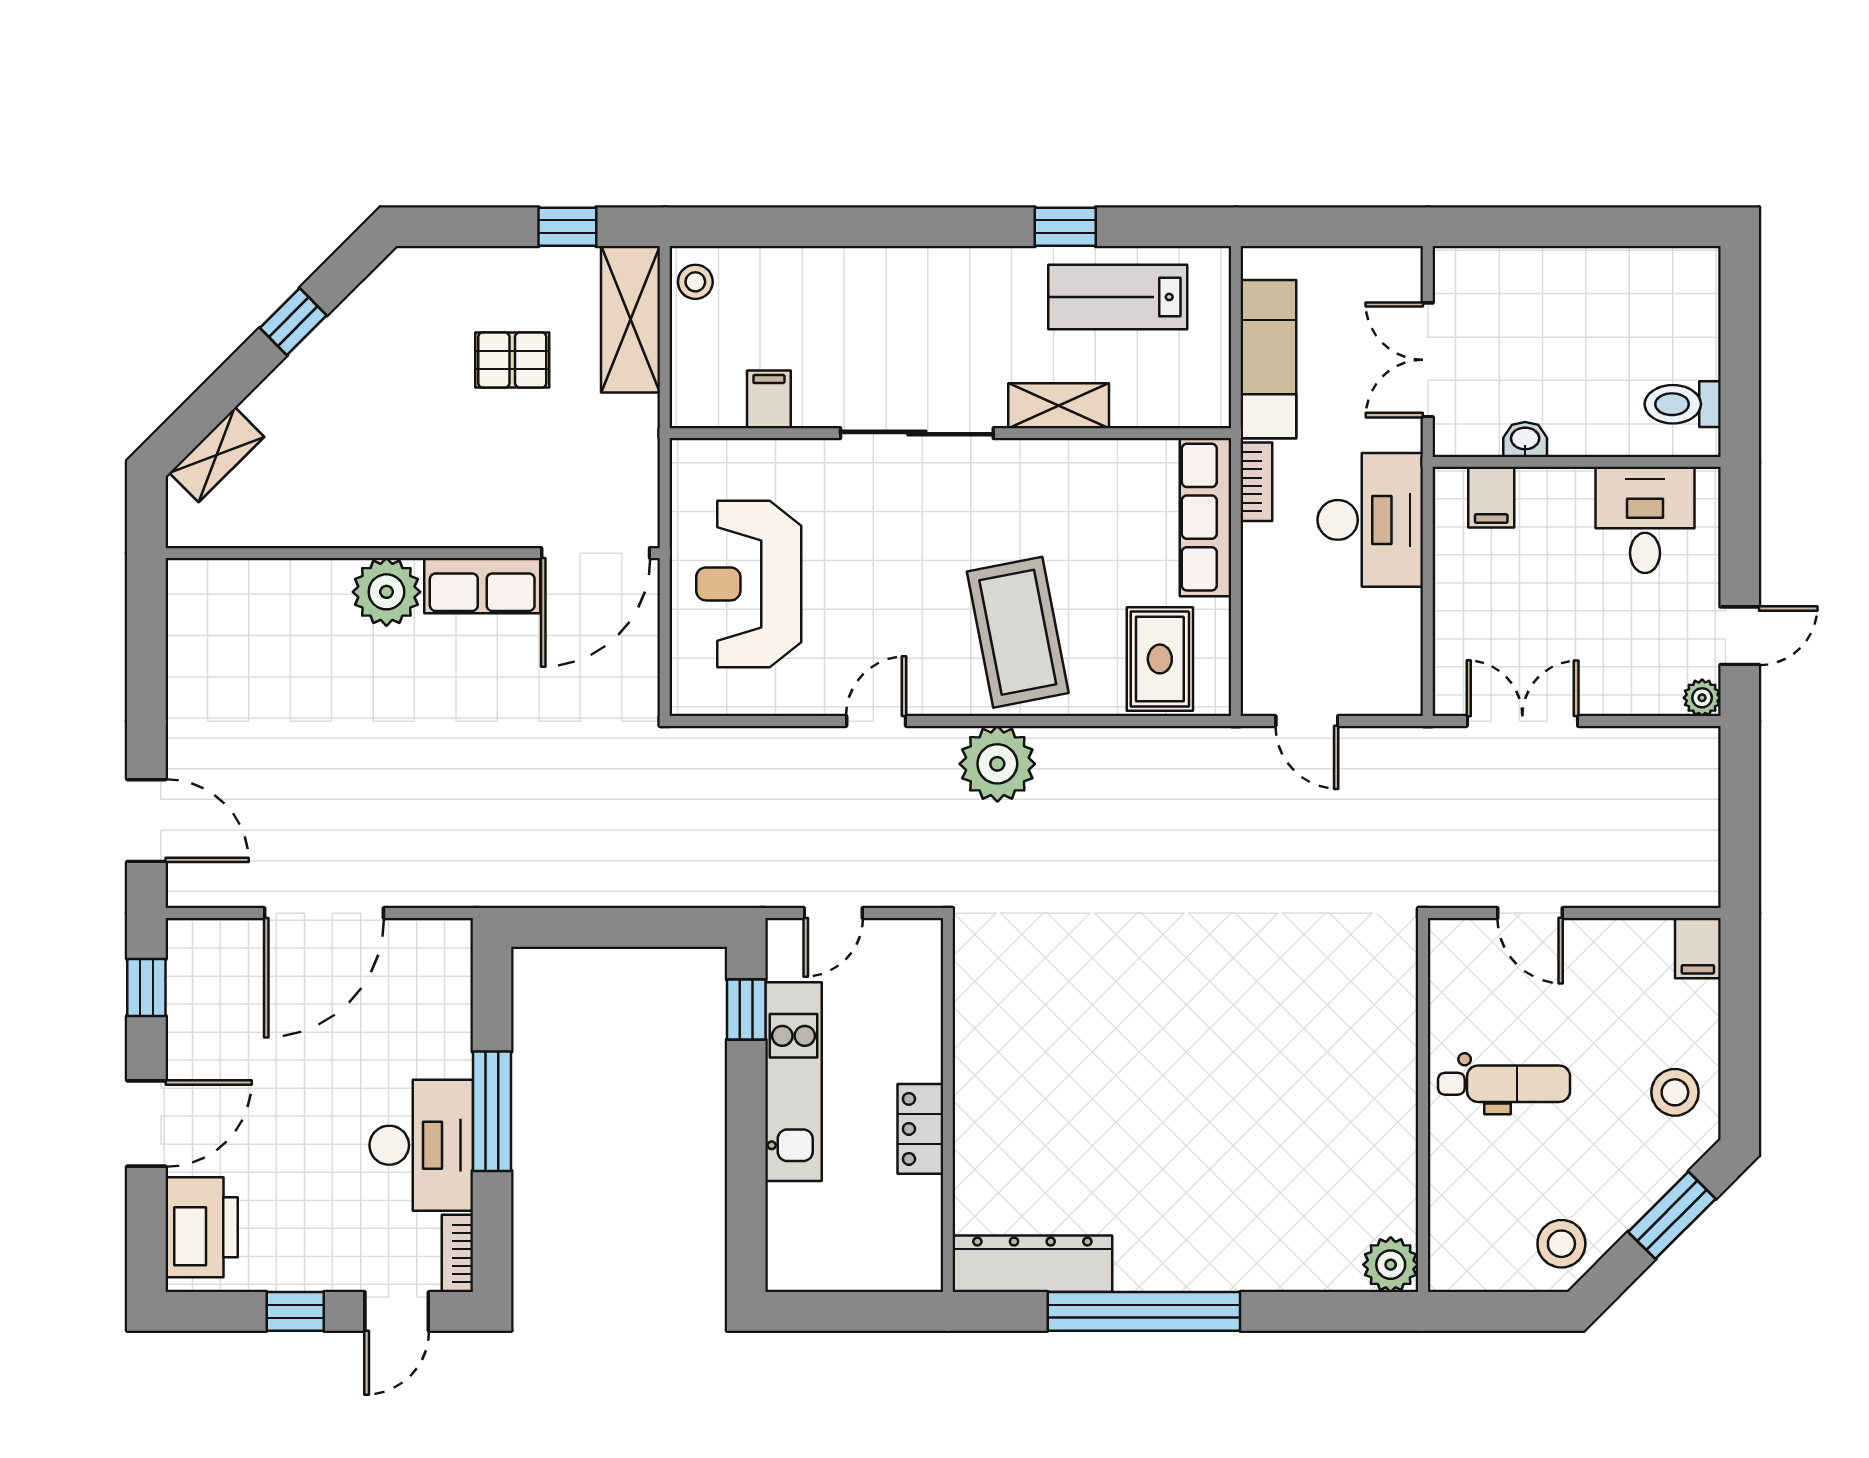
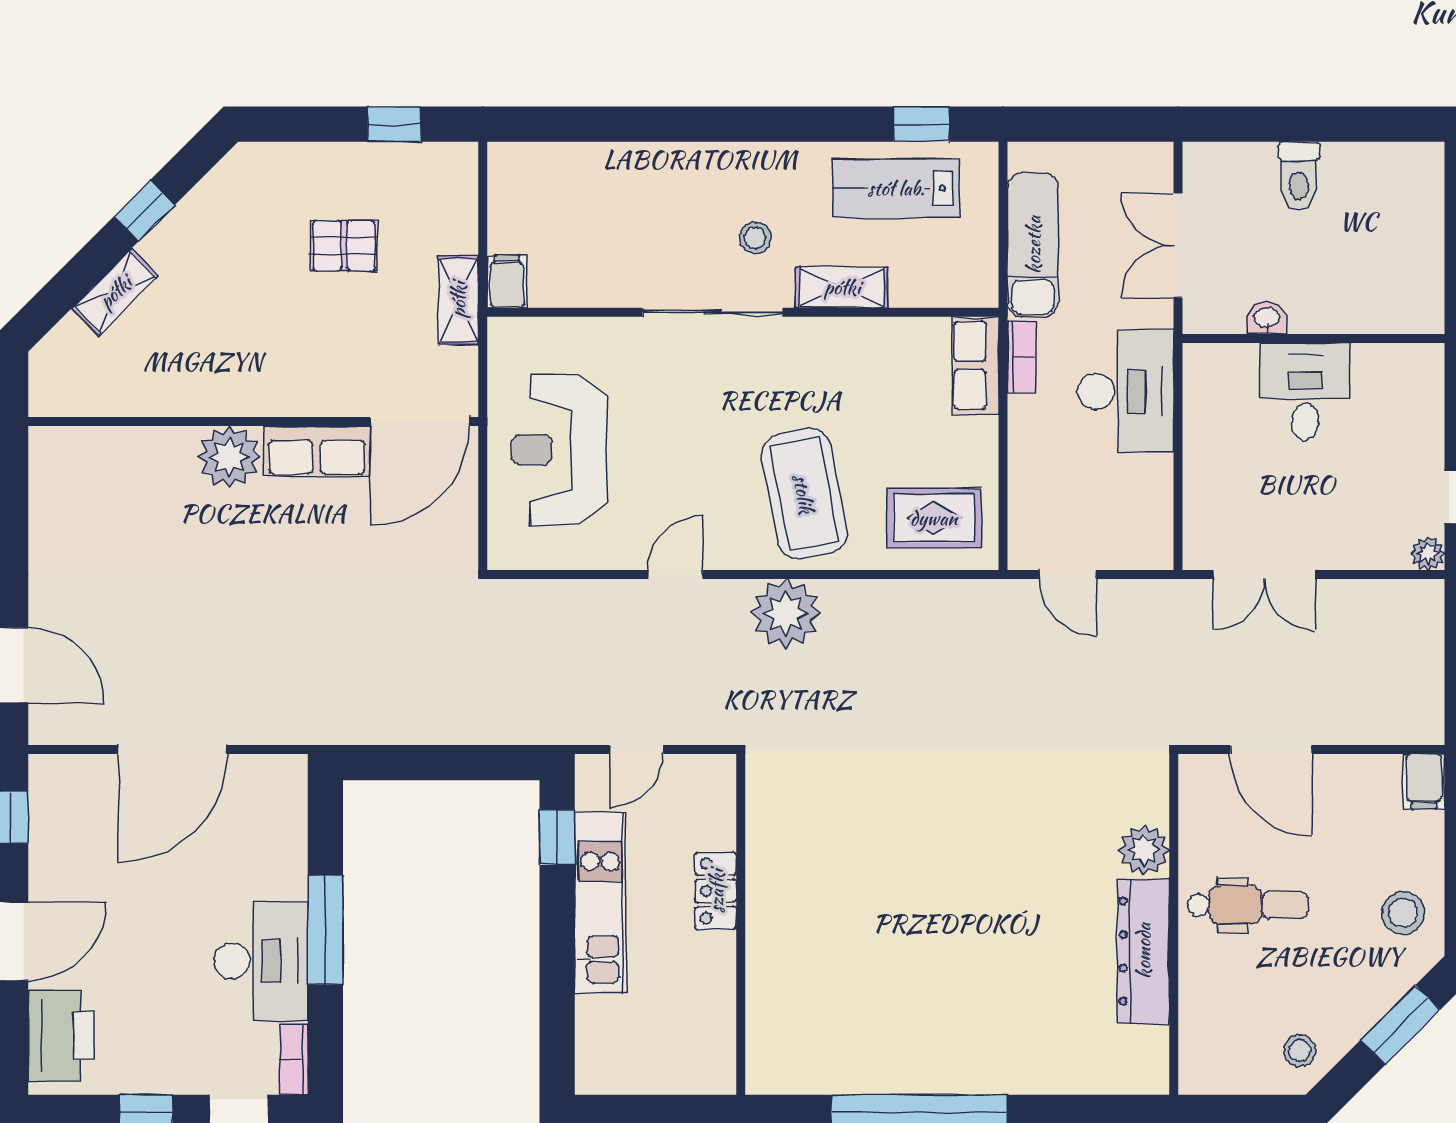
window: (1065, 227) -> (921, 124), moved
stool: (695, 282) -> (755, 238), moved
shelving: (631, 319) -> (458, 300), moved, width x0.67, depth x0.75
filing cabinet: (769, 399) -> (507, 281), moved
toilet: (1683, 404) -> (1299, 176), moved, turned -90
shelving: (217, 455) -> (115, 292), moved
filing cabinet: (1491, 497) -> (1236, 371), removed
row of seats: (1205, 517) -> (975, 365), width x0.68
desk: (1645, 520) -> (1305, 391), moved
rug: (1160, 659) -> (934, 518), turned 90
double door: (1522, 721) -> (1264, 575), swing flipped
door: (1530, 913) -> (1271, 749), width x1.38
locker: (920, 1129) -> (716, 891), moved
stool: (1561, 1244) -> (1300, 1051), width x0.73, depth x0.73
dresser: (1032, 1264) -> (1143, 951), moved, turned -90
plant: (1391, 1265) -> (1144, 850), moved

